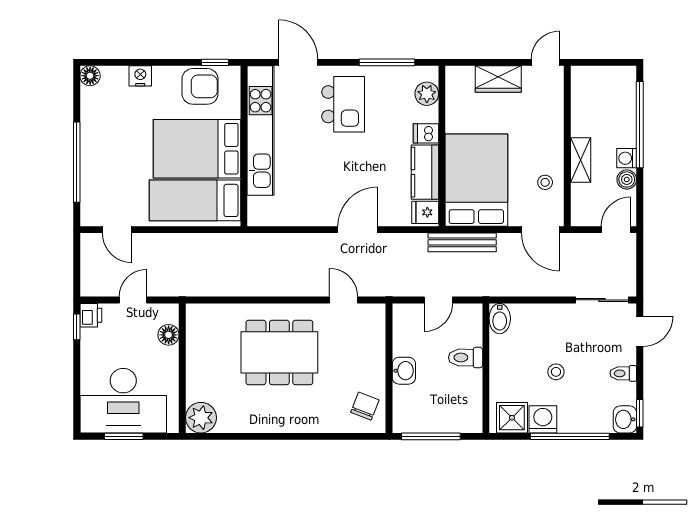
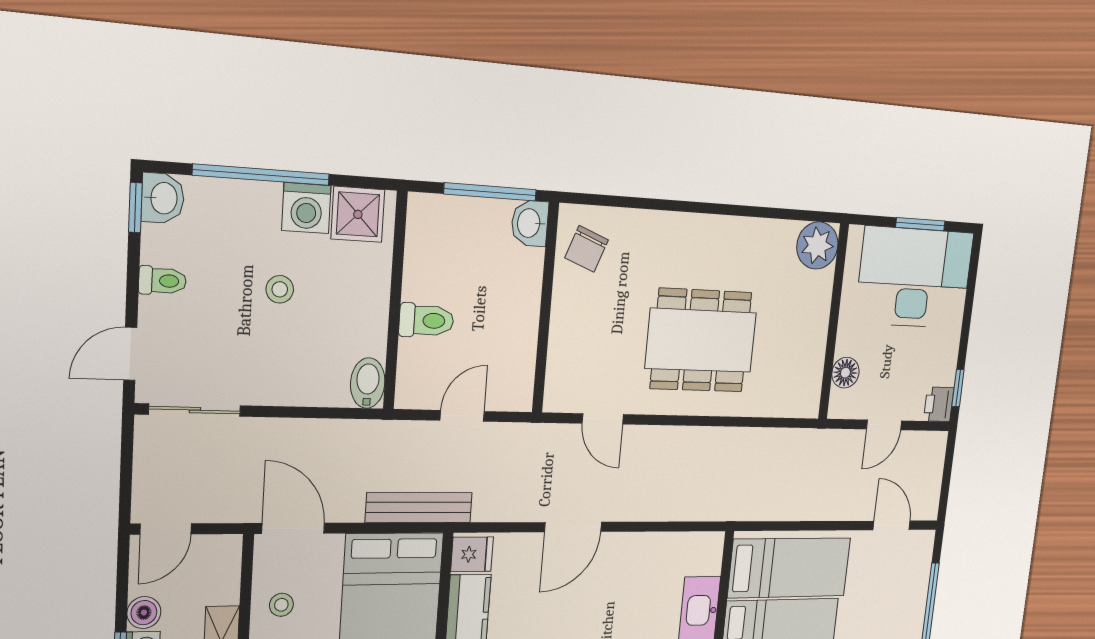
washbasin: (404, 371) -> (530, 223), moved

